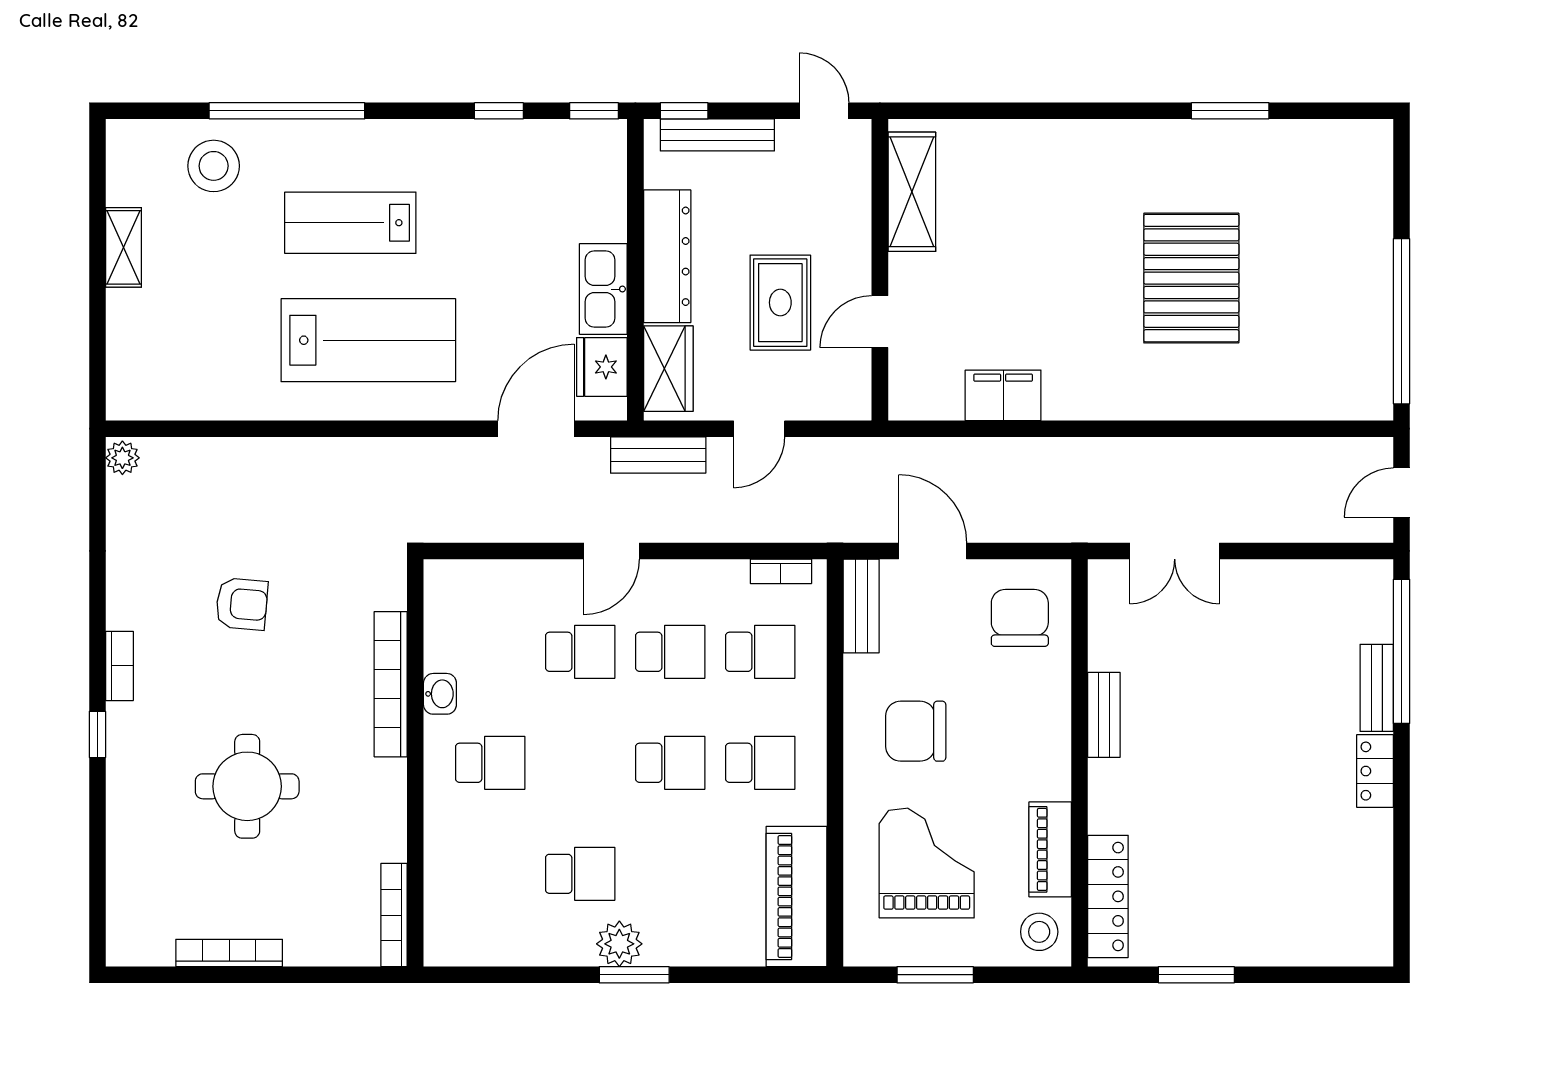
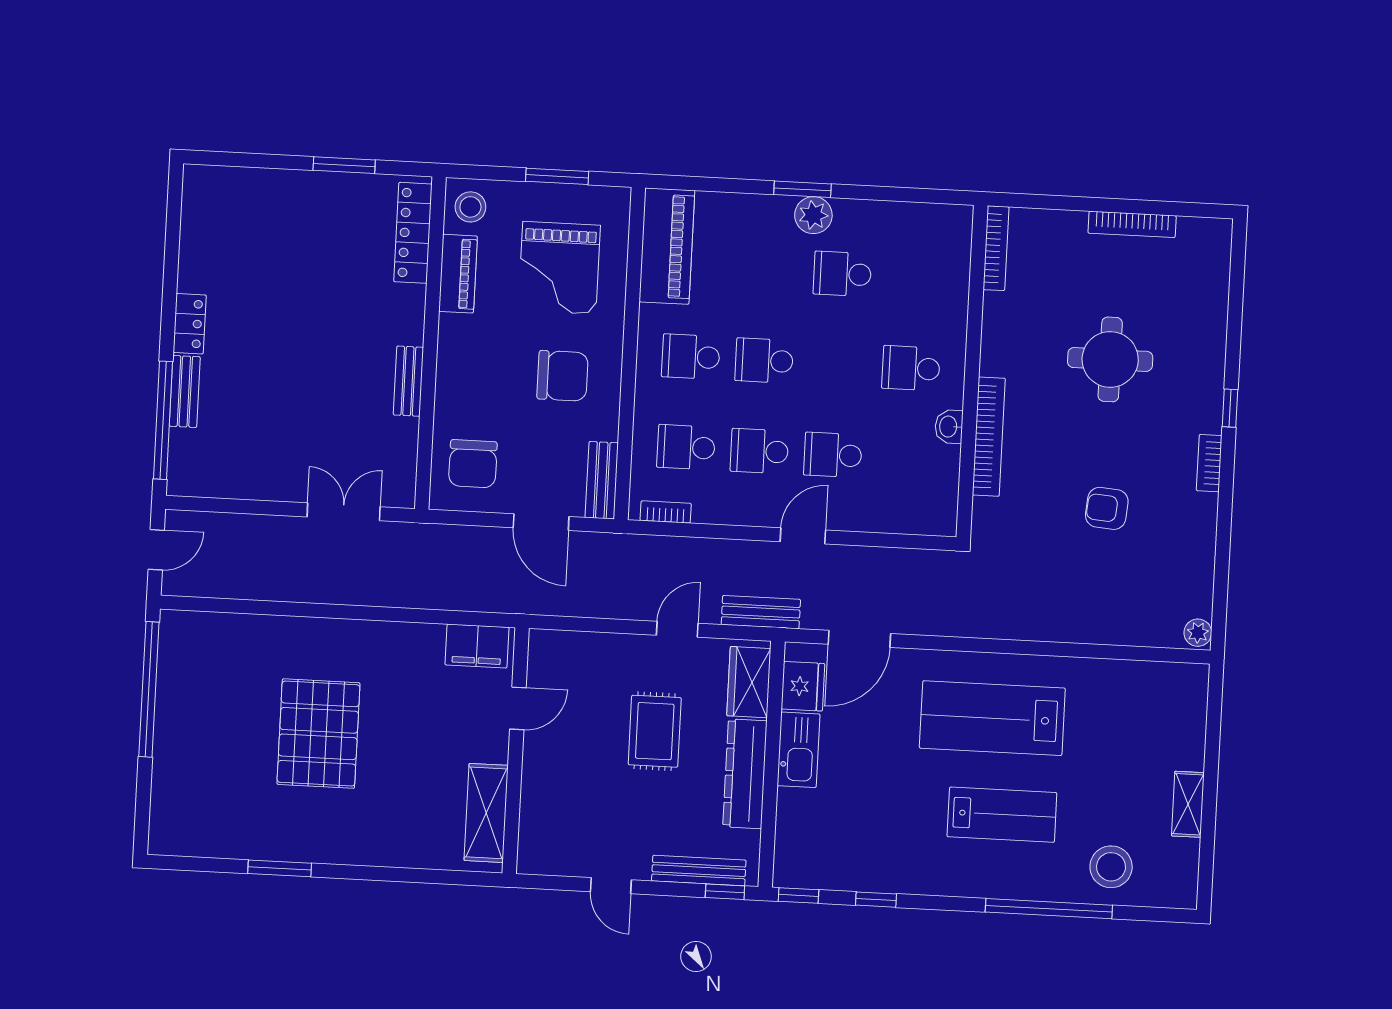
shelving: (912, 192) -> (486, 813), moved
wall: (880, 270) -> (516, 751), moved
door: (880, 322) -> (518, 708), moved

